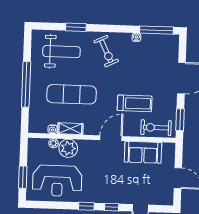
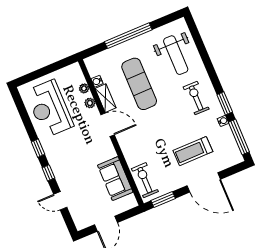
window: (76, 27) -> (225, 103), moved
exercise bike: (106, 51) -> (196, 98), turned 116
treadmill: (135, 103) -> (193, 151), moved, turned 90
door: (111, 138) -> (108, 125), moved
plant: (68, 148) -> (90, 103), width x0.53, depth x0.53
window: (23, 177) -> (38, 74), removed

